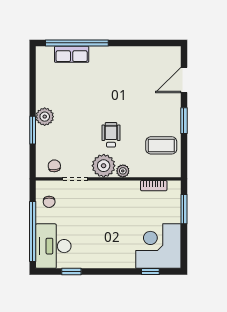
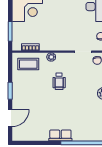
row of seats: (72, 54) -> (60, 135), moved
coffee table: (161, 145) -> (28, 64), moved
plant: (104, 166) -> (64, 60), removed

